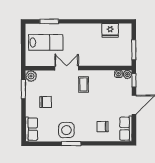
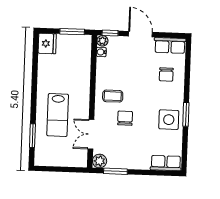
fridge: (110, 30) -> (47, 43), moved
lab bench: (46, 42) -> (58, 115), moved, turned 180
double door: (67, 68) -> (91, 134), moved
chair: (46, 102) -> (125, 118), moved

